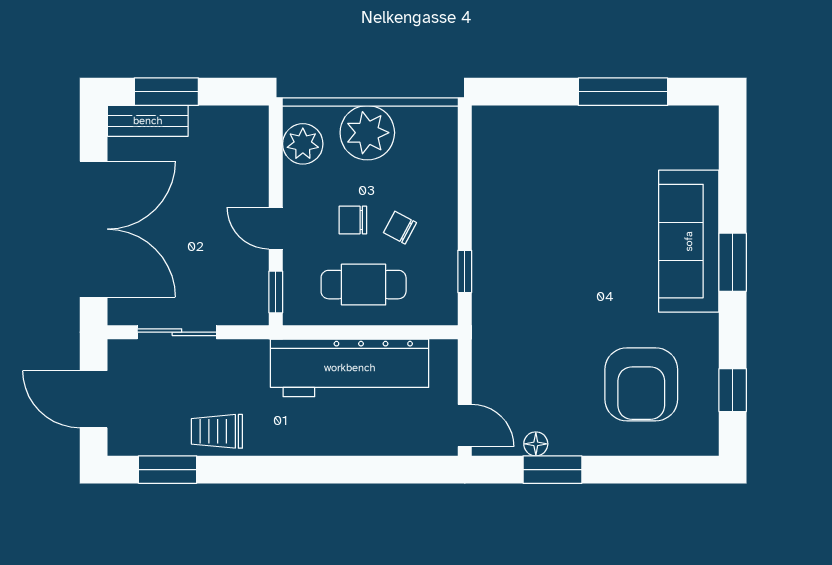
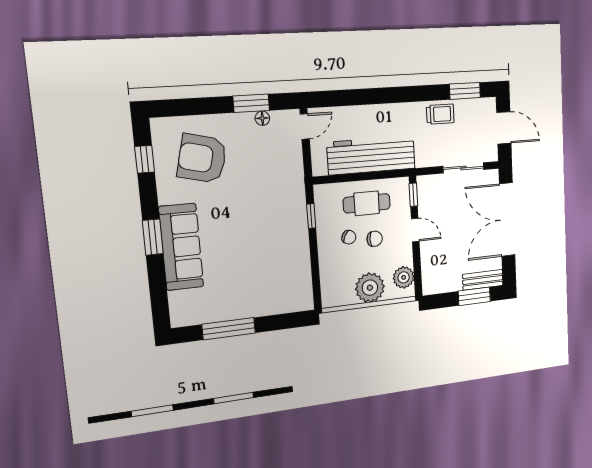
armchair: (641, 384) -> (202, 159), turned -76
door: (465, 425) -> (305, 127), swing flipped

